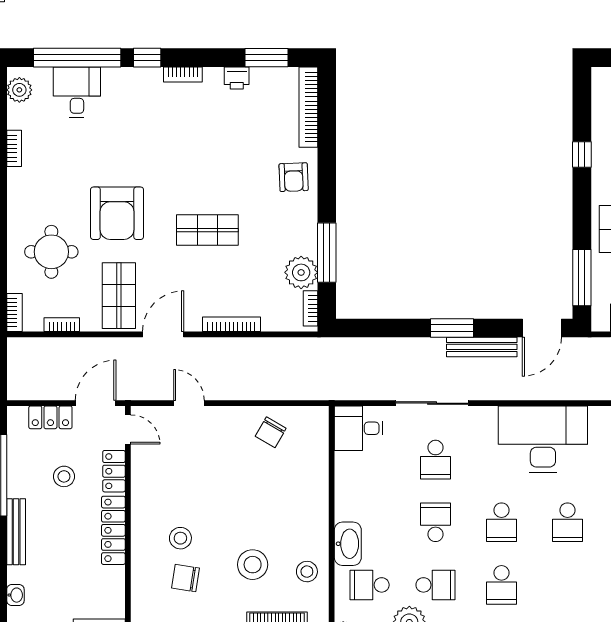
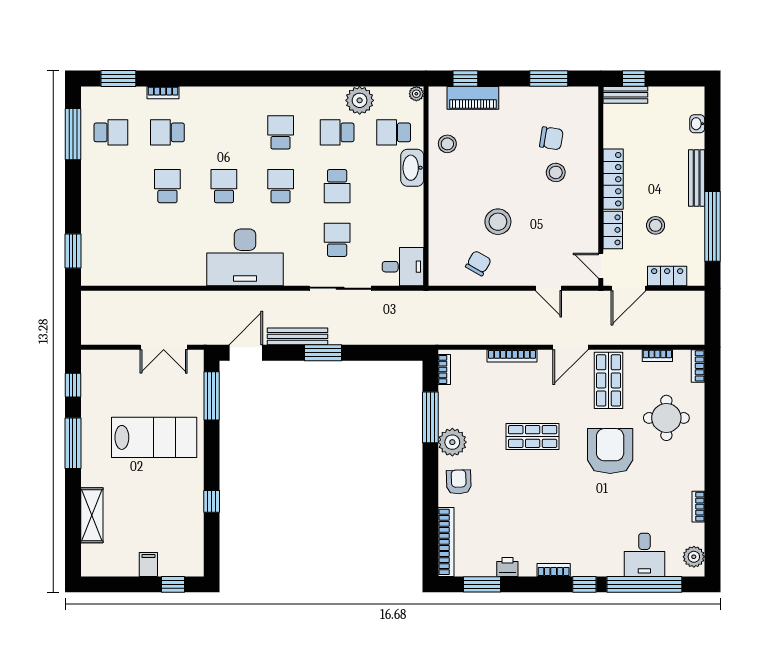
plant: (301, 272) -> (452, 442), moved
stool: (253, 565) -> (498, 222), moved
school desk: (370, 585) -> (394, 132), turned 180

